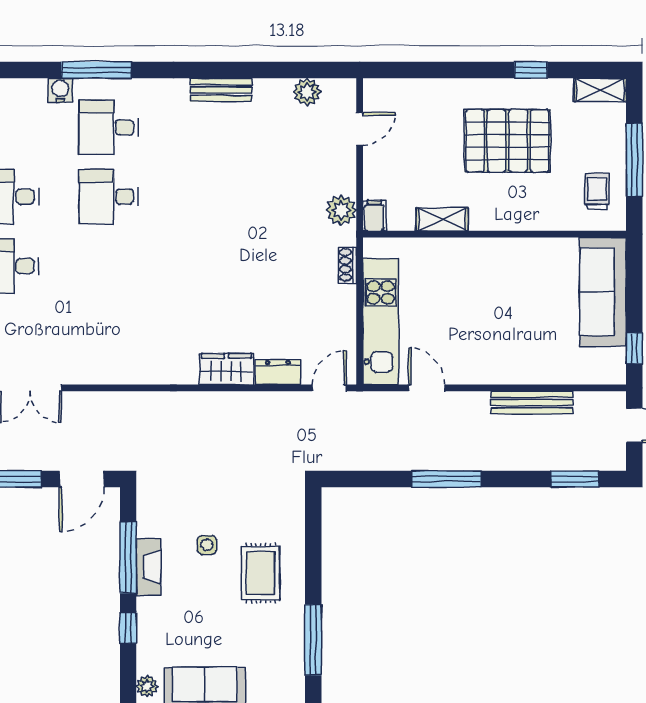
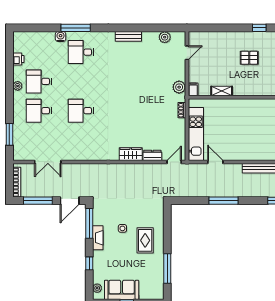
pallet: (507, 141) -> (249, 58), width x0.49, depth x0.50
desk: (109, 197) -> (81, 111), moved
window: (128, 558) -> (89, 223), moved

